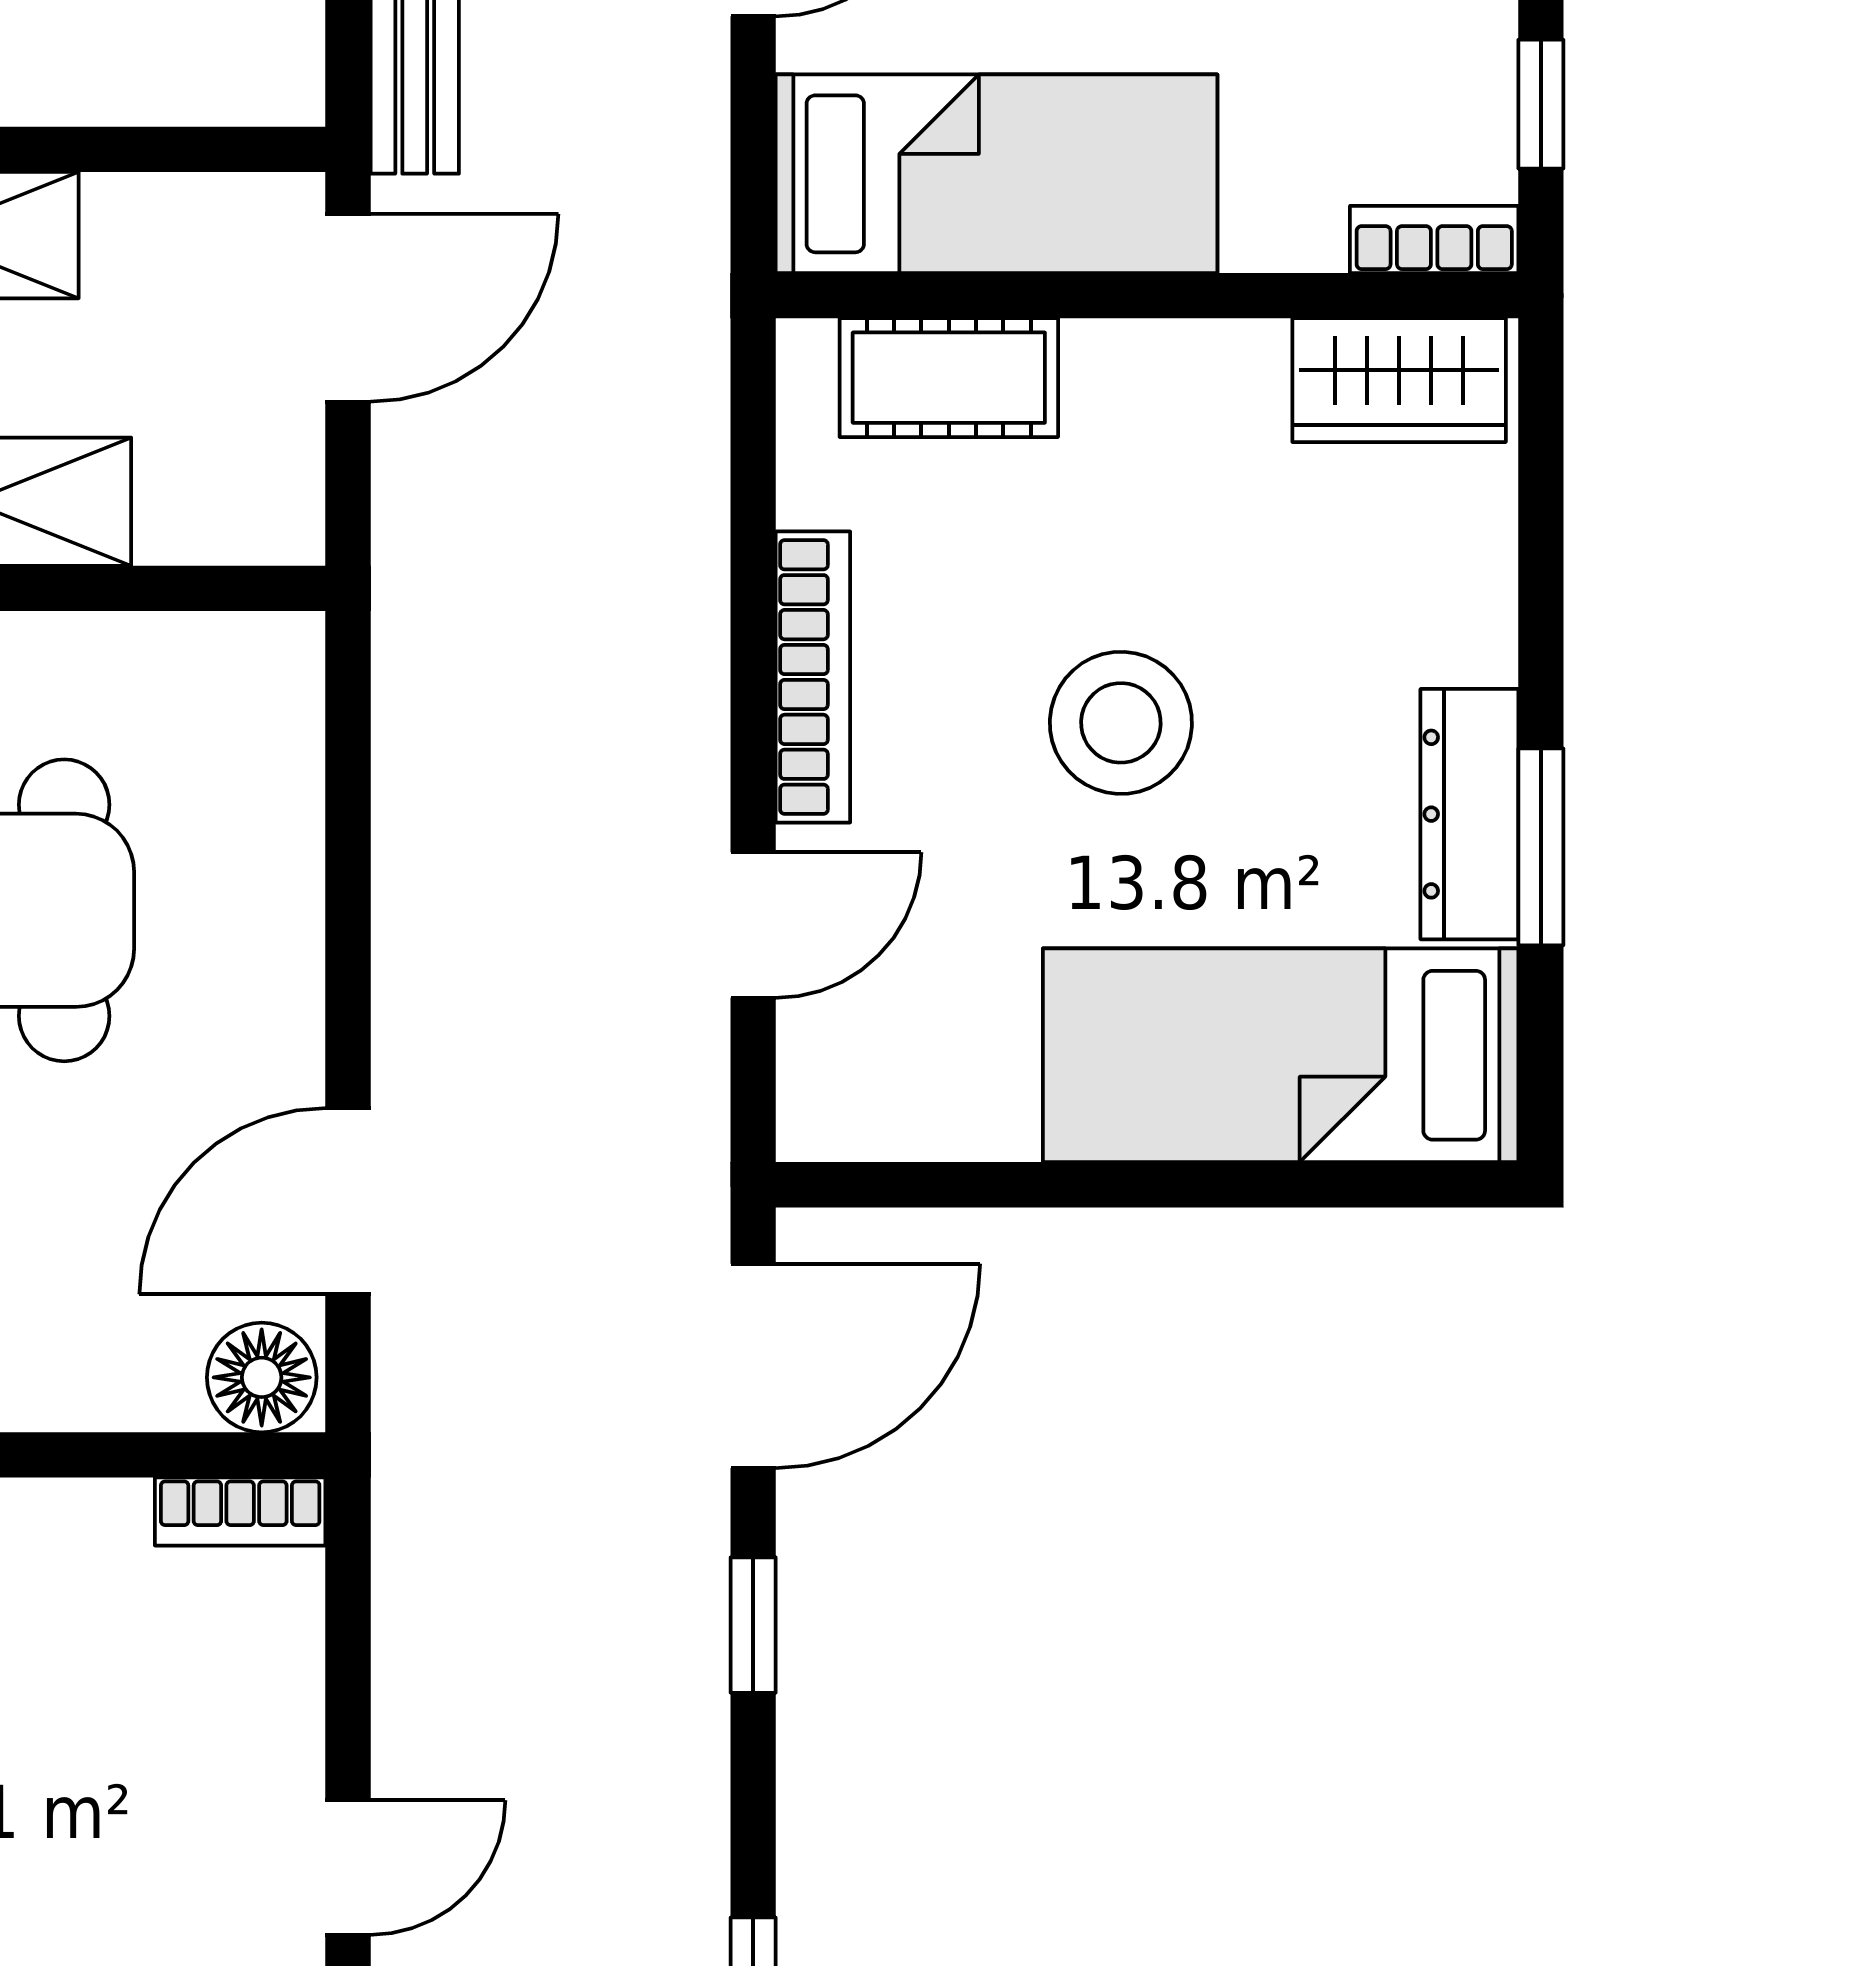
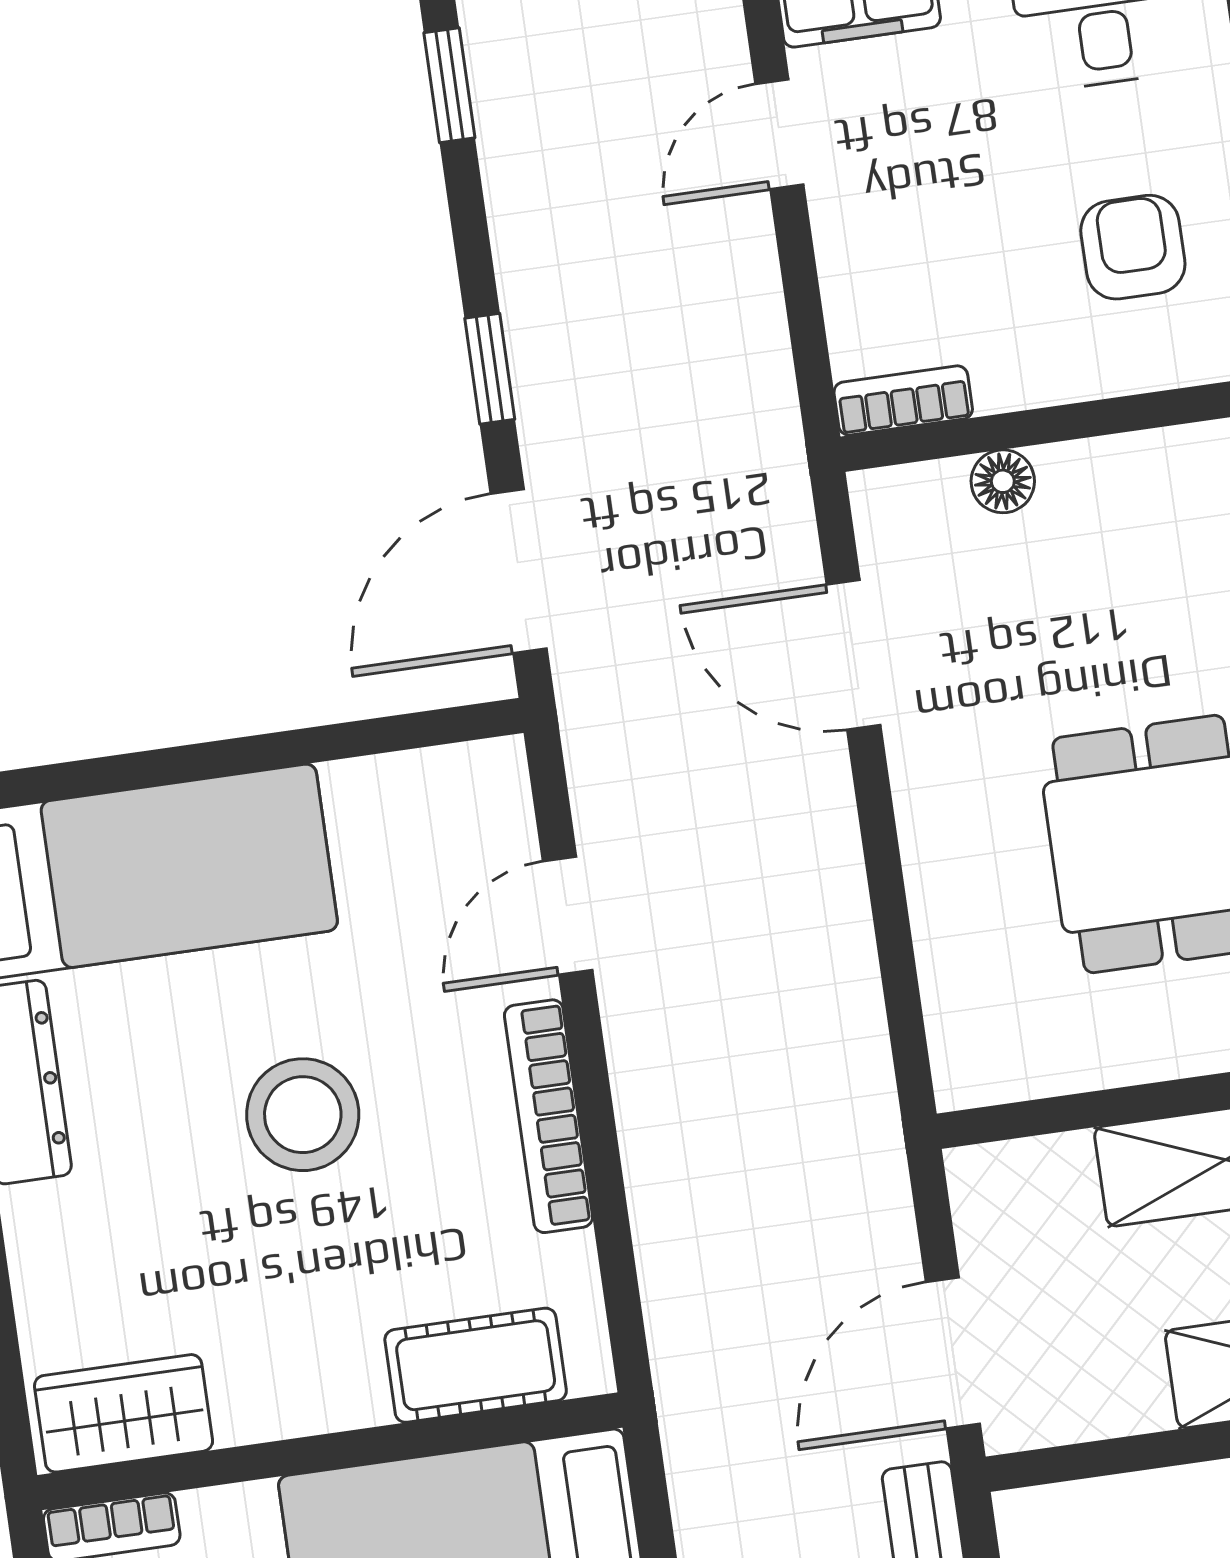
door: (348, 1201) -> (853, 655), swing flipped
floor lamp: (262, 1377) -> (1003, 481), moved, width x0.73, depth x0.73

